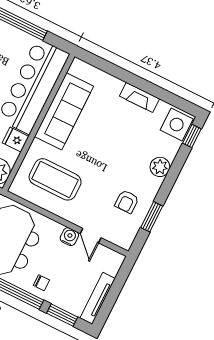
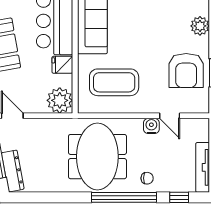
armchair: (127, 202) -> (186, 70), width x1.88, depth x1.88
window: (62, 315) -> (179, 197), width x0.67

